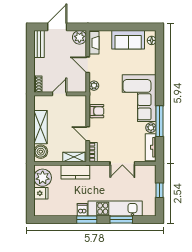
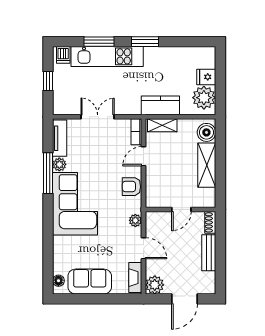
bench: (39, 44) -> (209, 253), moved
door: (88, 134) -> (144, 156), swing flipped
dishwasher: (82, 210) -> (63, 55), moved

